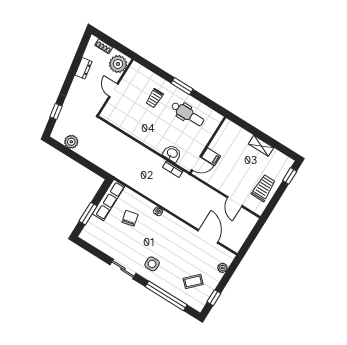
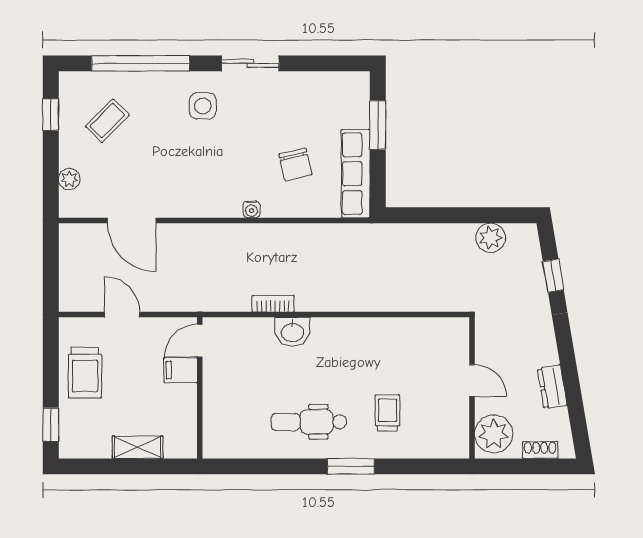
wall: (208, 145) -> (200, 388), moved
filing cabinet: (211, 157) -> (180, 370), moved
door: (196, 163) -> (200, 341), moved

